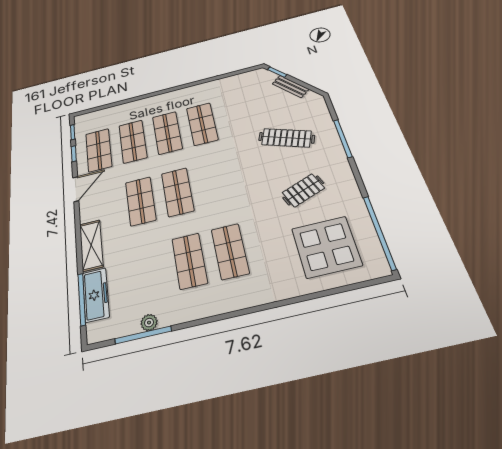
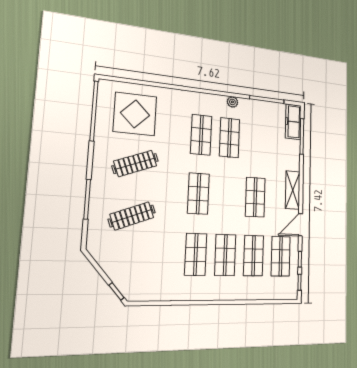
bench: (290, 87) -> (110, 270), removed
clothes rail: (286, 138) -> (132, 216), turned -42
clothes rail: (303, 190) -> (135, 163), width x1.36
shop shelf: (178, 192) -> (198, 194), moved
shelving: (91, 245) -> (293, 190), moved
freezer: (96, 295) -> (293, 122), moved
plant: (149, 323) -> (232, 102), moved

